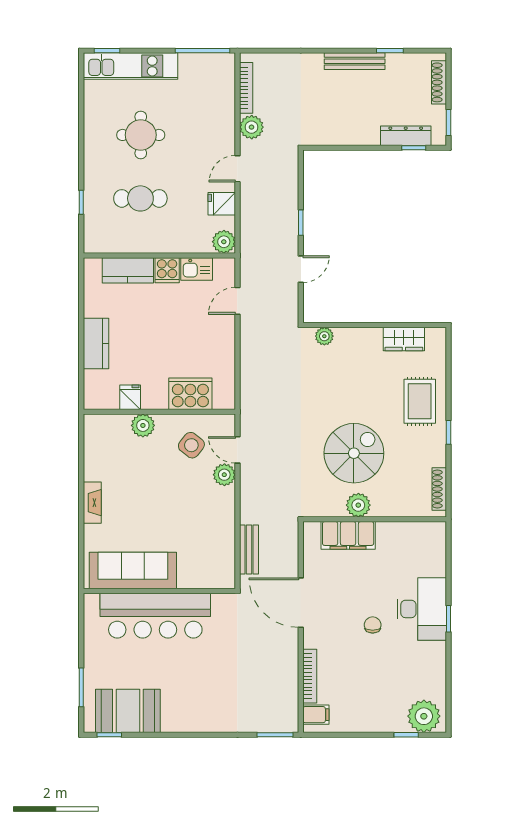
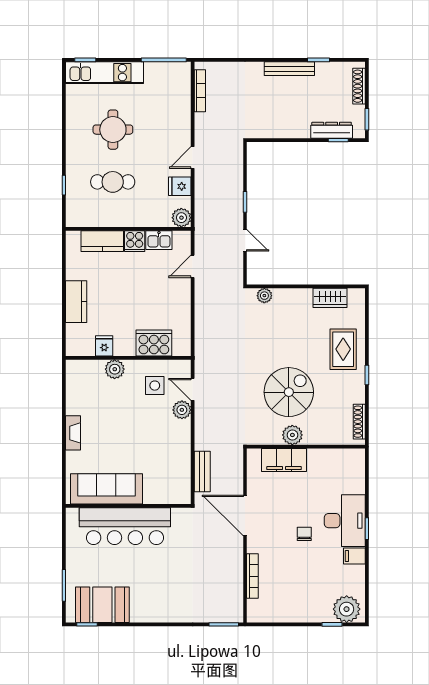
plant: (252, 127) -> (204, 123), removed
door: (301, 269) -> (245, 240), hinge flipped
side table: (191, 445) -> (155, 386), turned -38
filing cabinet: (316, 715) -> (354, 556), moved, turned 180

